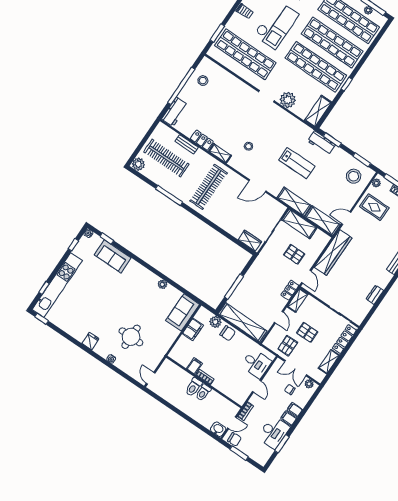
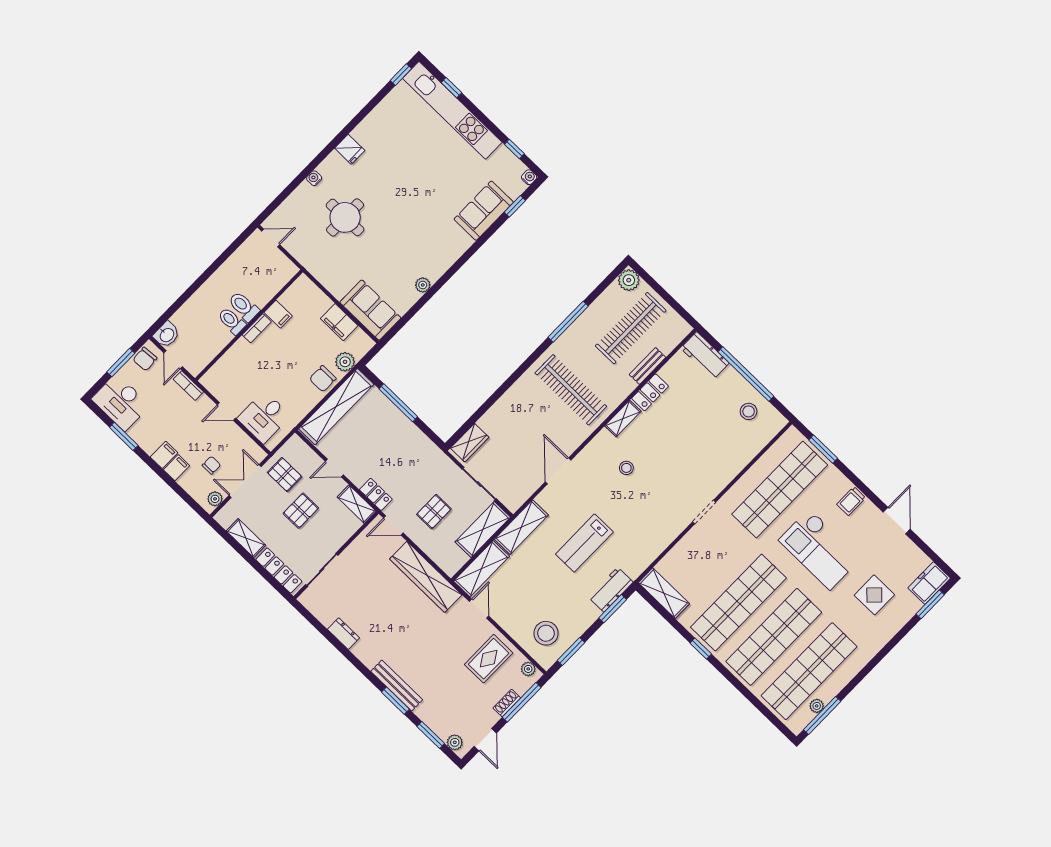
plant: (288, 100) -> (692, 547), removed
desk: (274, 432) -> (121, 402), moved

